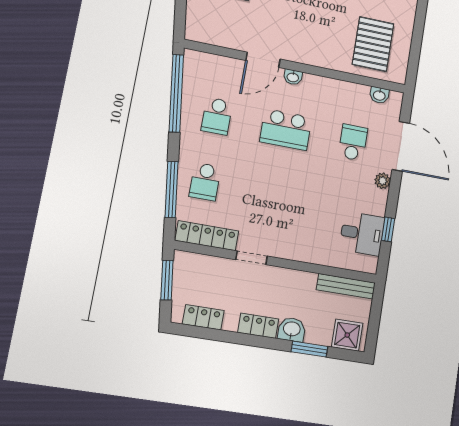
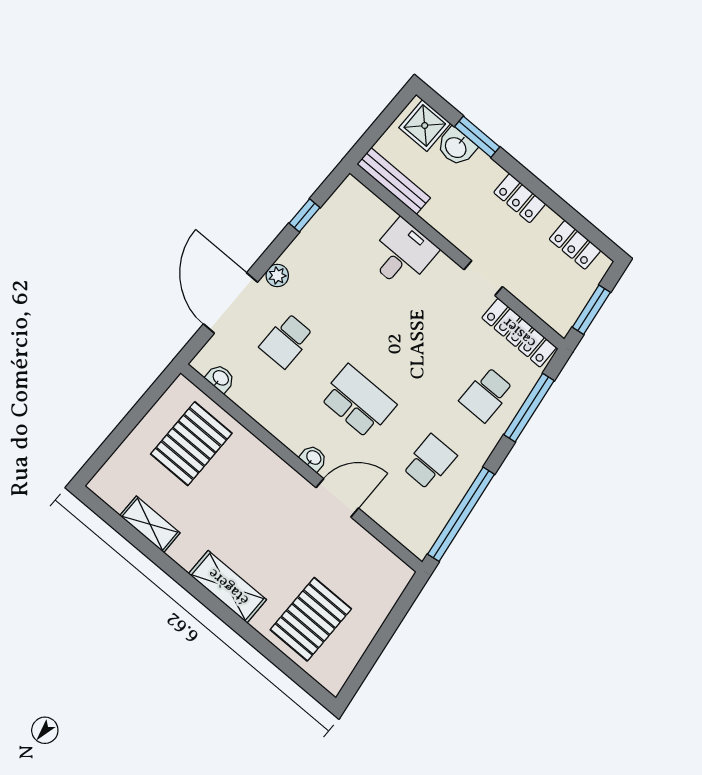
school desk: (205, 182) -> (486, 395), turned 180
desk: (362, 234) -> (402, 254), moved, turned 90
washbasin: (292, 329) -> (456, 147), moved

